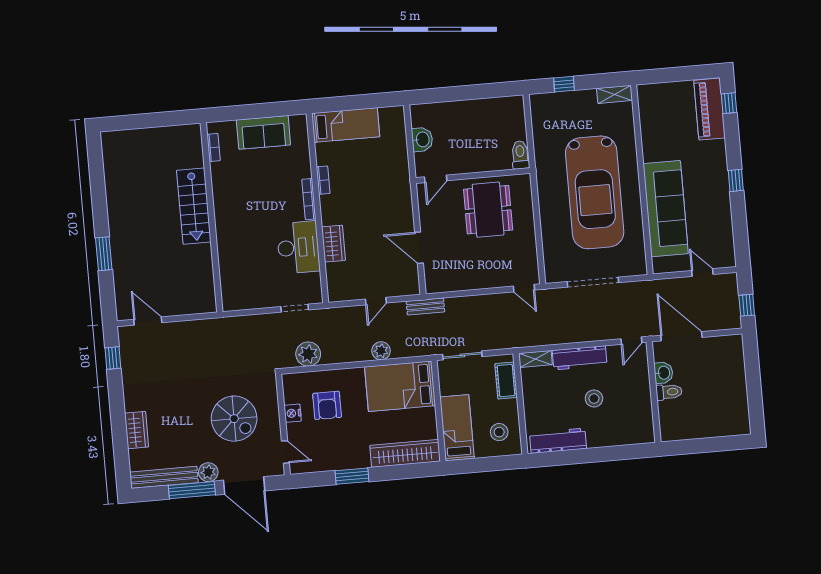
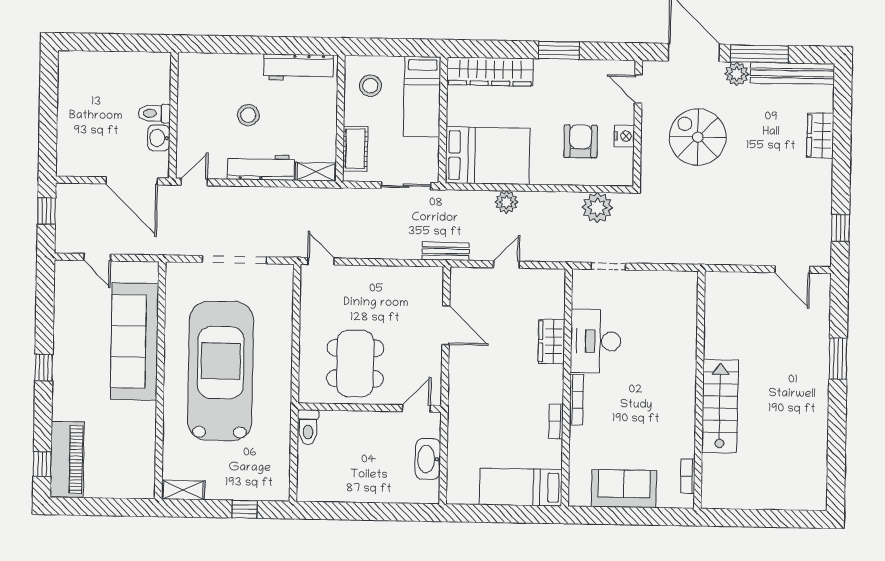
washbasin: (422, 139) -> (428, 459), width x1.38

